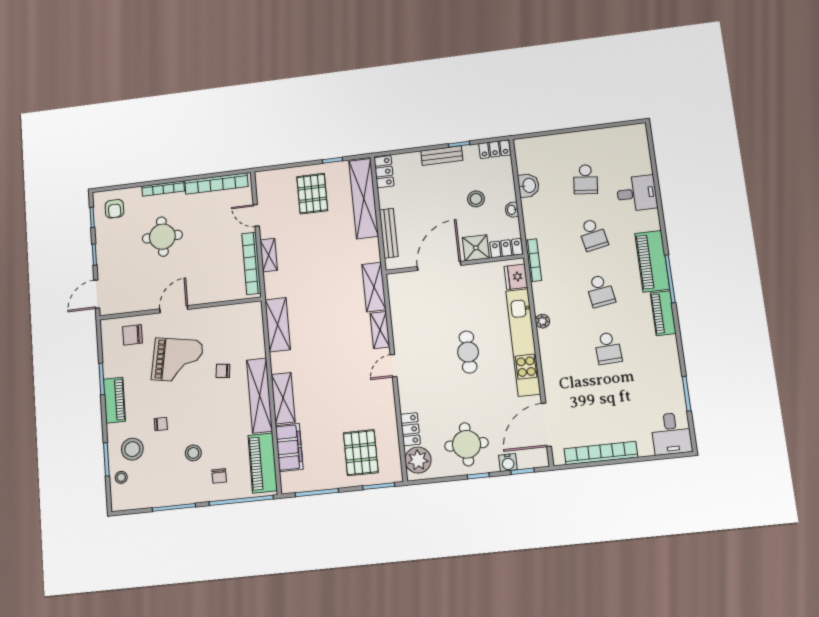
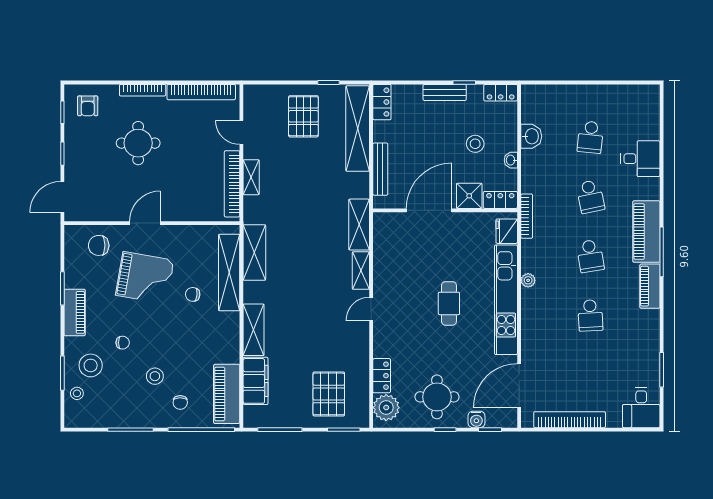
shelving: (260, 396) -> (229, 273), moved

